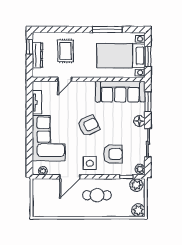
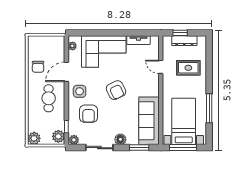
window: (29, 47) -> (180, 33), moved
window: (148, 56) -> (183, 148), width x1.44
door: (70, 177) -> (66, 72), hinge flipped
chair: (64, 206) -> (38, 67), added

